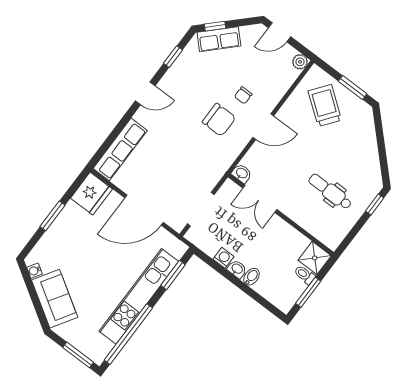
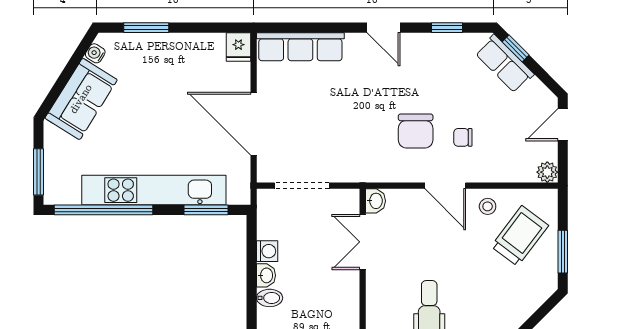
door: (279, 32) -> (563, 125), hinge flipped
stool: (294, 111) -> (488, 206), added
fridge: (91, 194) -> (238, 47), width x0.53, depth x0.75
window: (52, 216) -> (146, 28), moved

